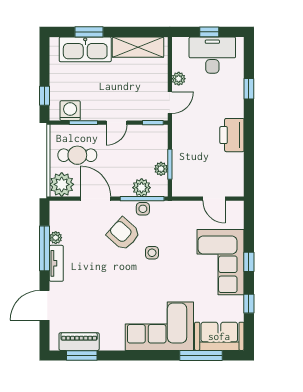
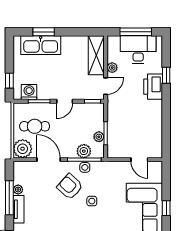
window: (209, 32) -> (136, 32), width x2.17
shelving: (138, 47) -> (96, 55), moved, turned 90
printer: (232, 135) -> (153, 87), moved

